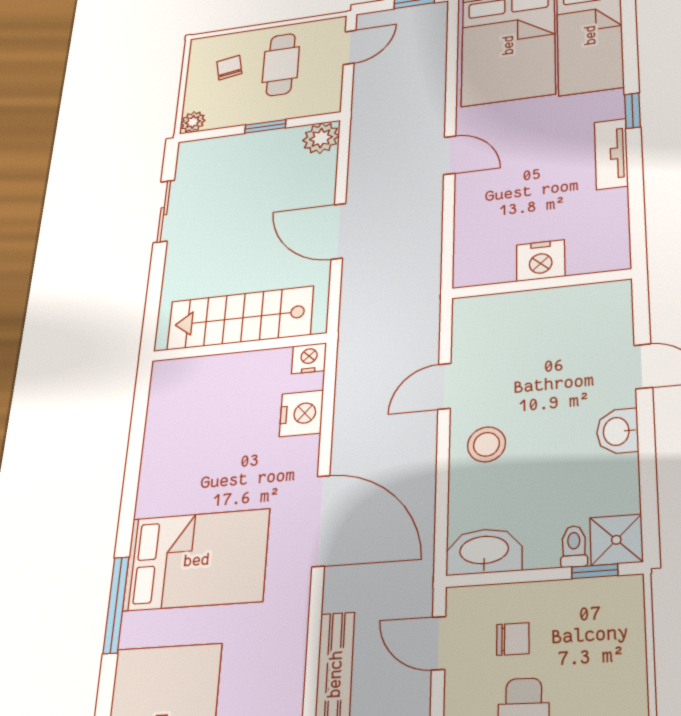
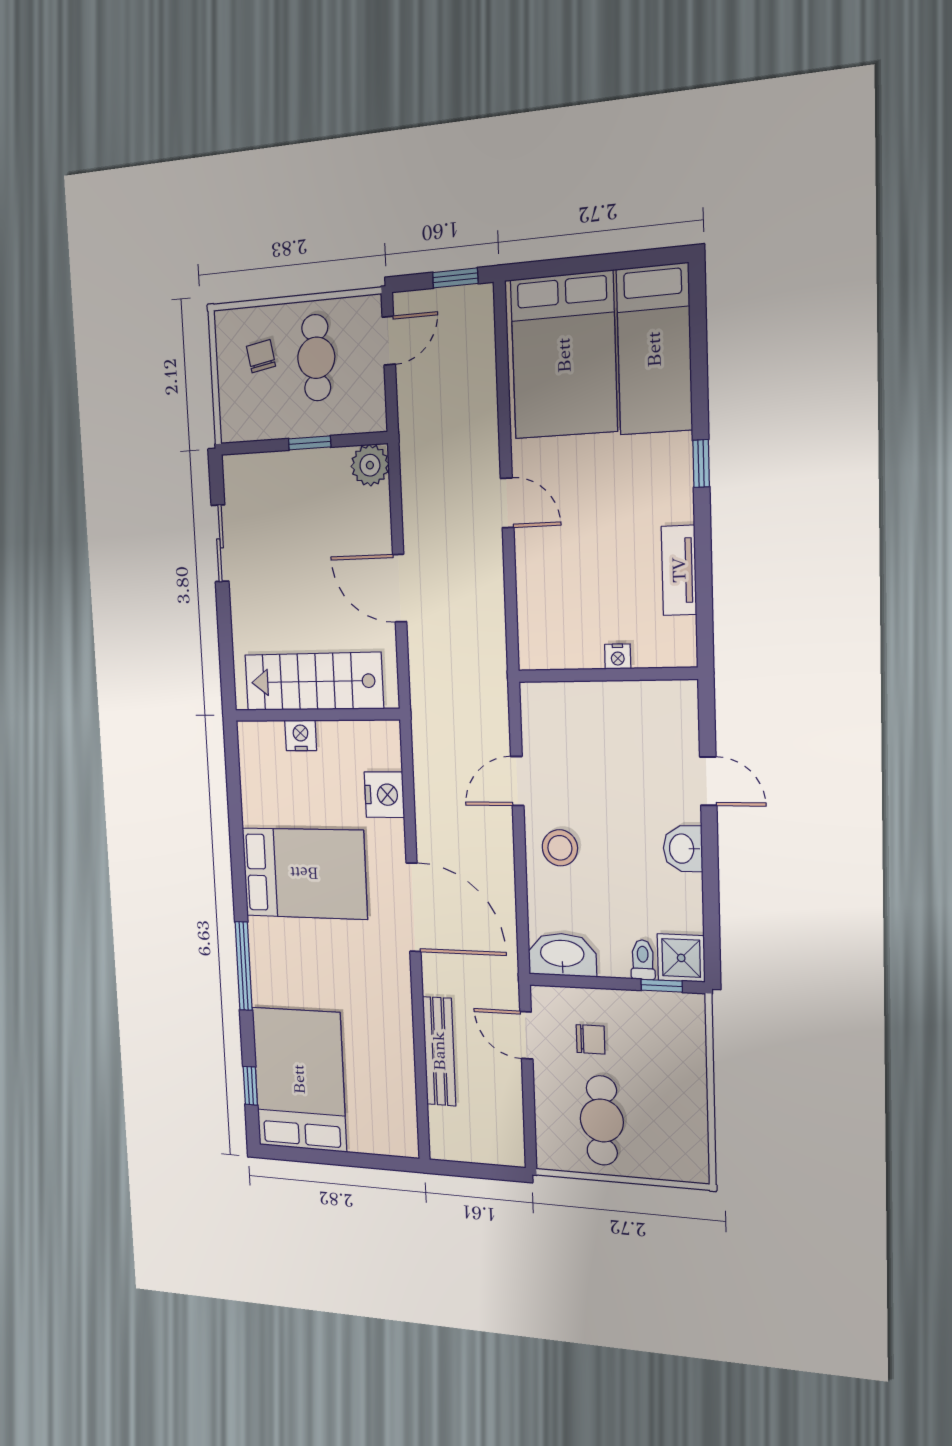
plant: (193, 122) -> (232, 429), removed
tv unit: (611, 154) -> (679, 570), moved
nightstand: (541, 261) -> (618, 657), width x0.53, depth x0.56
nightstand: (309, 358) -> (301, 735), moved
bed: (197, 560) -> (304, 873), moved

